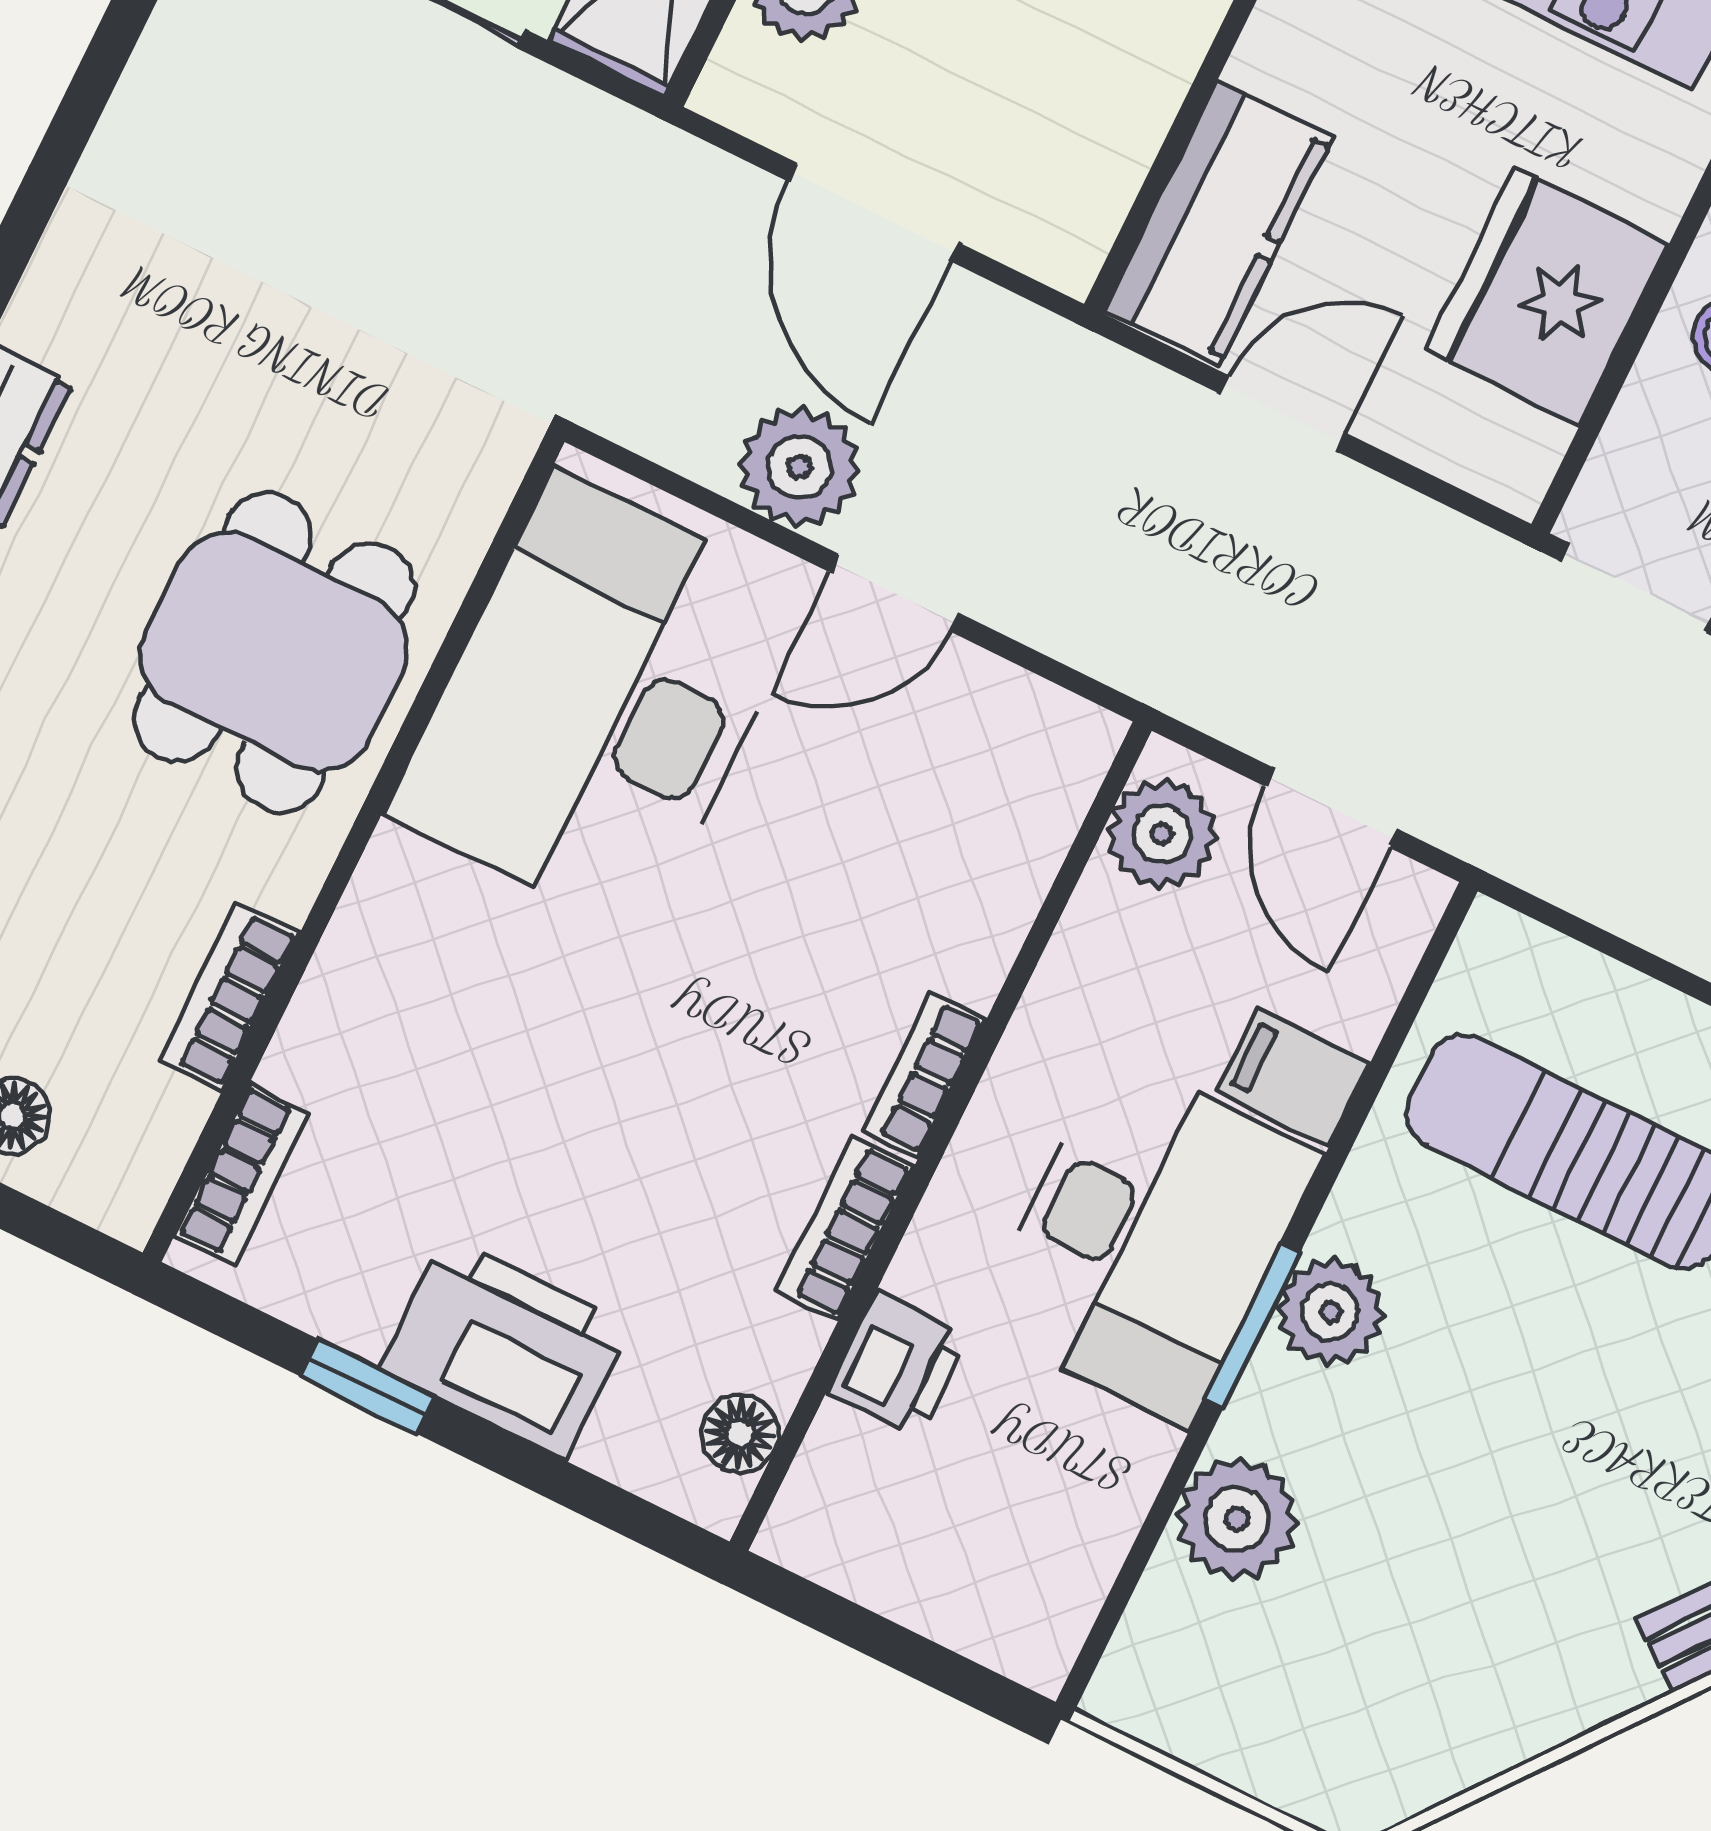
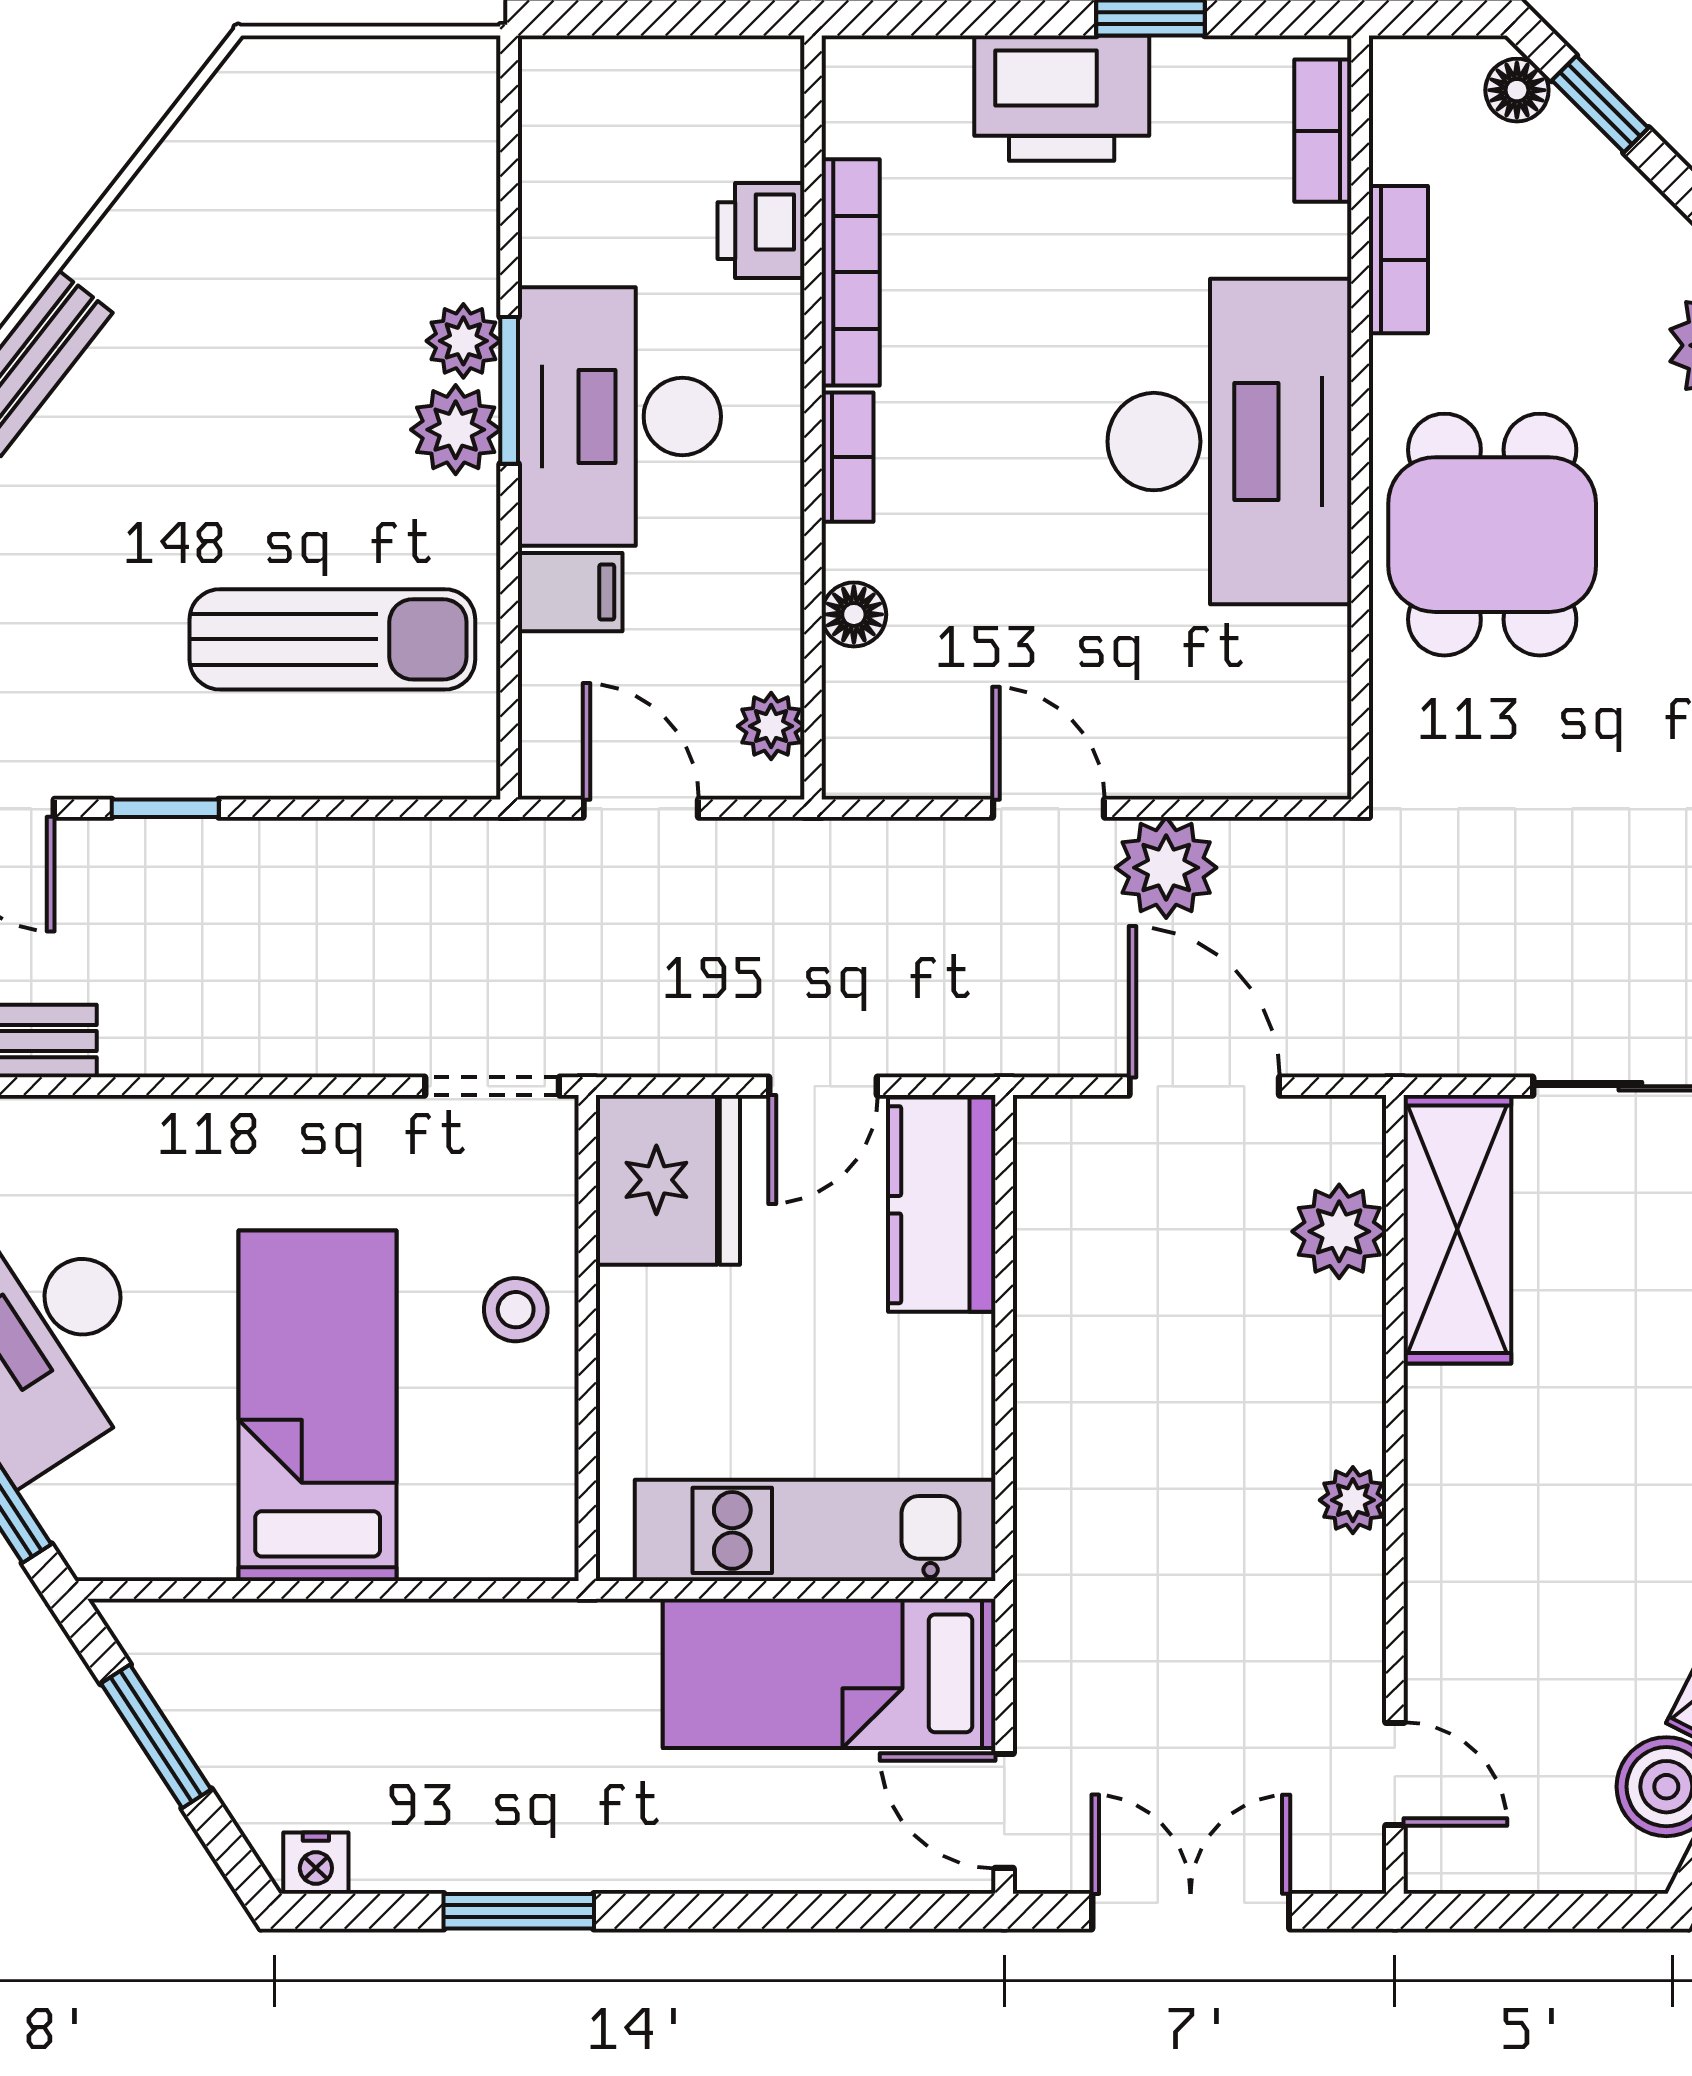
fridge: (1547, 296) -> (668, 1180), moved
door: (894, 593) -> (1048, 808), hinge flipped
desk: (598, 704) -> (1230, 442), moved
plant: (1162, 834) -> (771, 726), width x0.73, depth x0.73
bookcase: (845, 1228) -> (851, 272), width x1.56
floor lamp: (740, 1434) -> (854, 614), moved
plant: (1237, 1519) -> (463, 341), moved, width x0.73, depth x0.73

